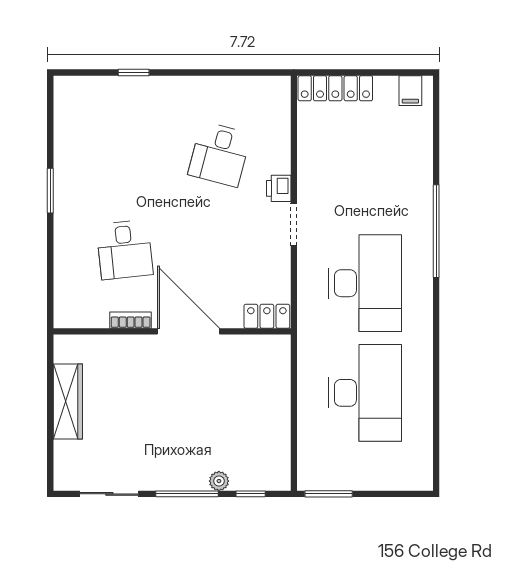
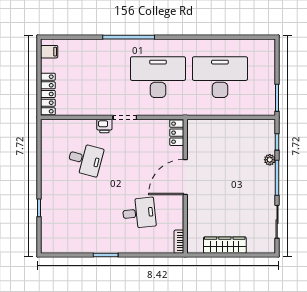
bookcase: (131, 320) -> (179, 242), moved

